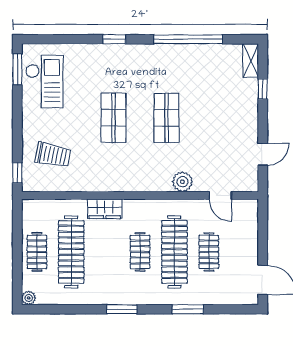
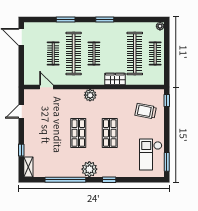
plant: (148, 57) -> (89, 169), added
plant: (182, 182) -> (90, 95), moved

